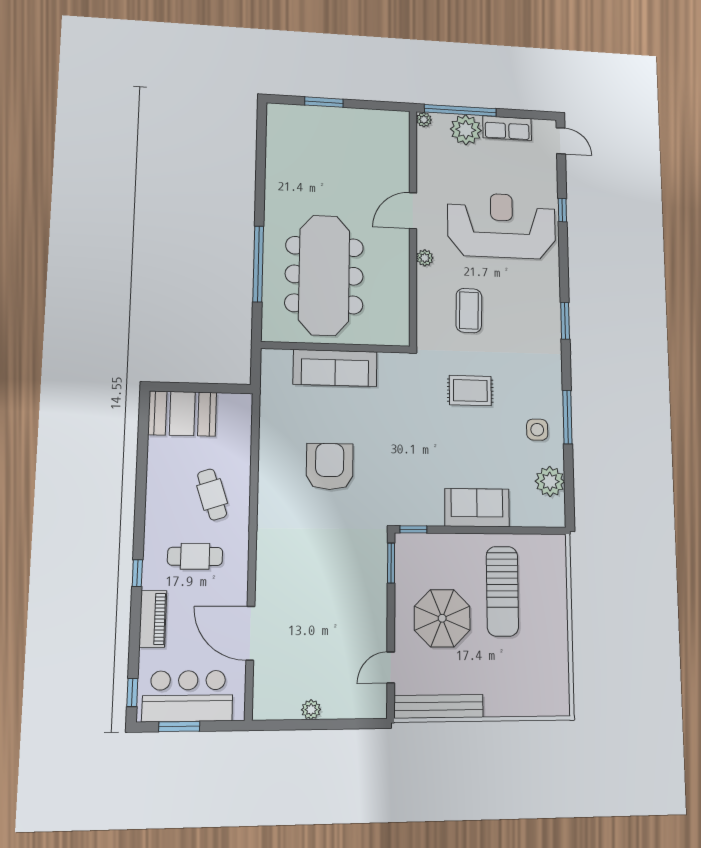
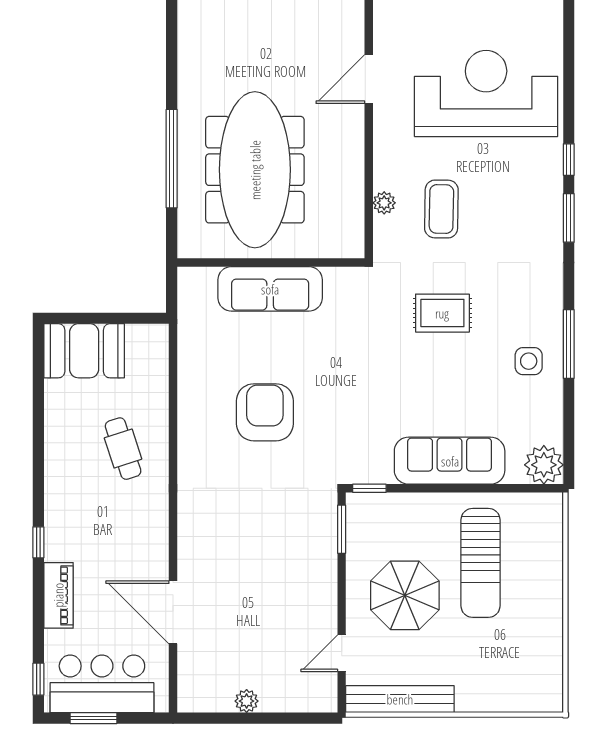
window: (562, 210) -> (569, 160), moved
plant: (425, 258) -> (384, 203), moved
plant: (550, 481) -> (544, 465), moved
sofa: (477, 508) -> (450, 461), width x1.36
cafe table: (195, 556) -> (105, 522), removed

